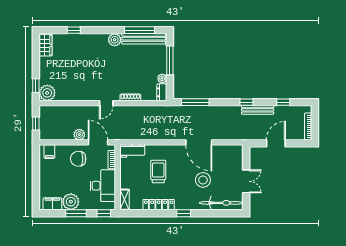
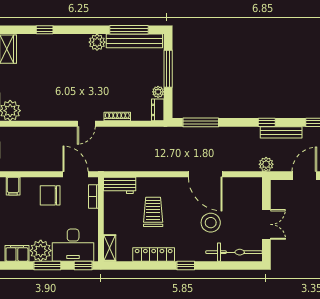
plant: (79, 135) -> (266, 164), moved
desk: (103, 186) -> (73, 245), moved, turned 90

